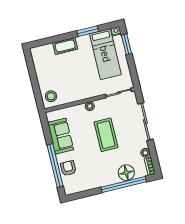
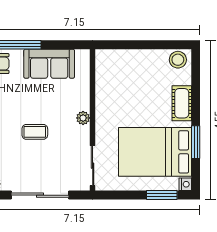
bed: (105, 54) -> (155, 152), width x1.50
stool: (51, 96) -> (178, 60), moved
coffee table: (106, 135) -> (35, 132), width x0.54, depth x0.58

